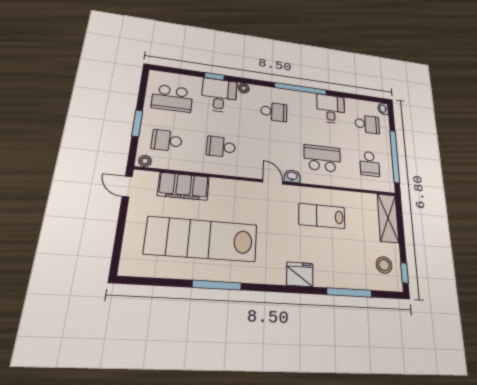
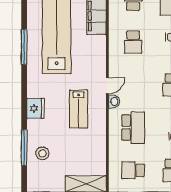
school desk: (221, 147) -> (133, 42), turned 180
lab bench: (322, 216) -> (79, 109), moved, turned 180
stool: (384, 265) -> (42, 153), moved

